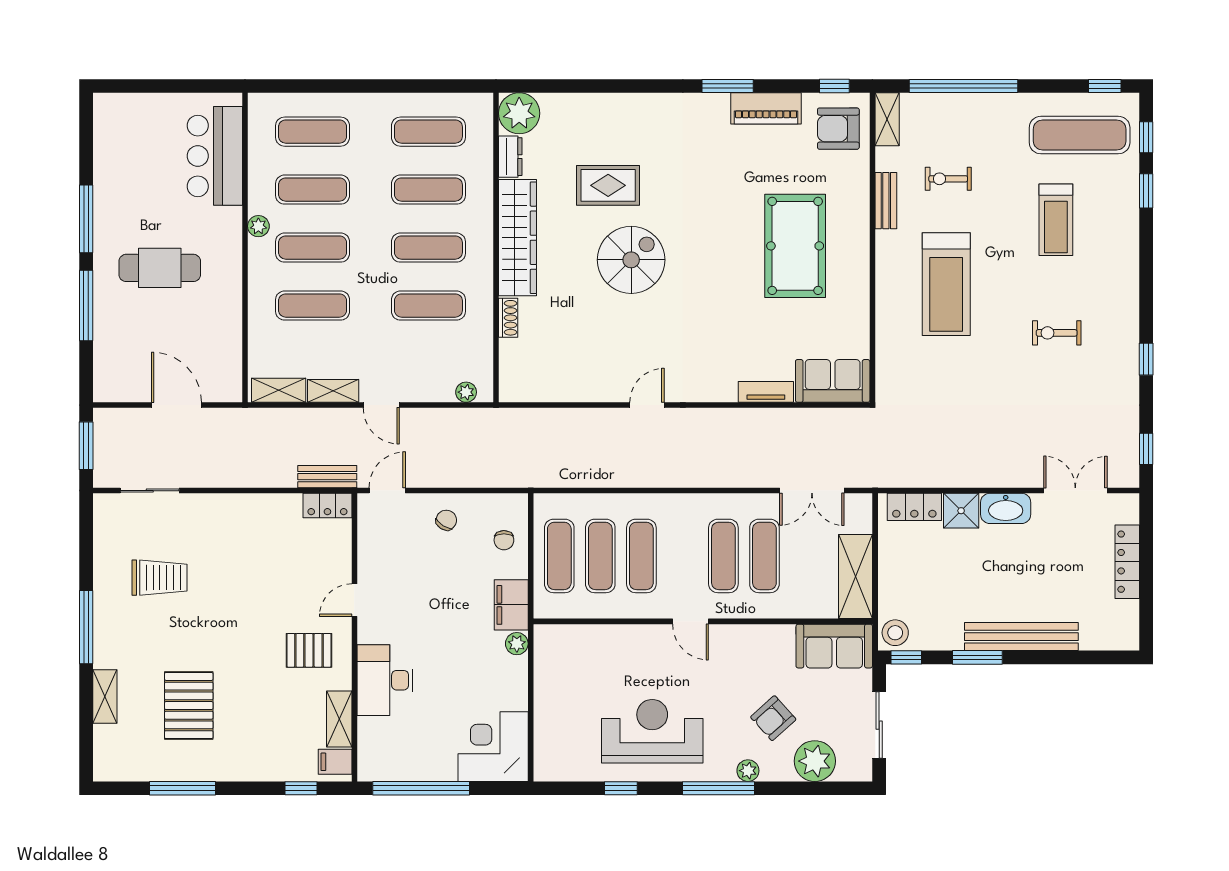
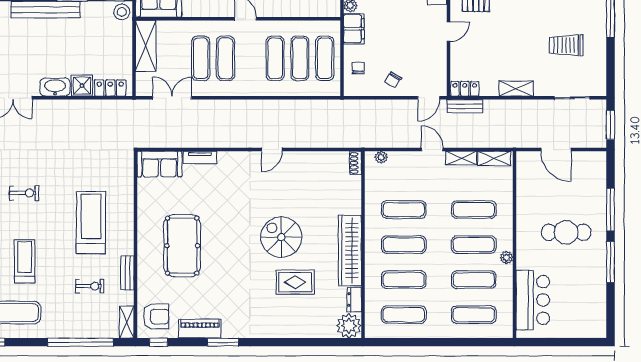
spiral stairs: (631, 260) -> (281, 237), turned 90
shoe rack: (508, 318) -> (356, 163), moved
shelving: (242, 506) -> (516, 89), added

